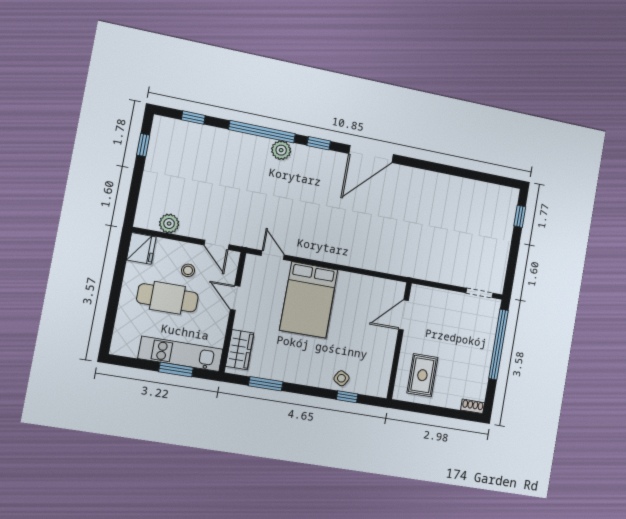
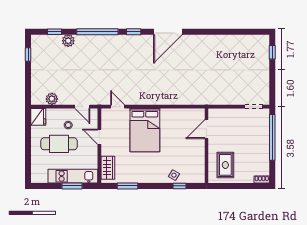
plant: (281, 150) -> (68, 41), moved

